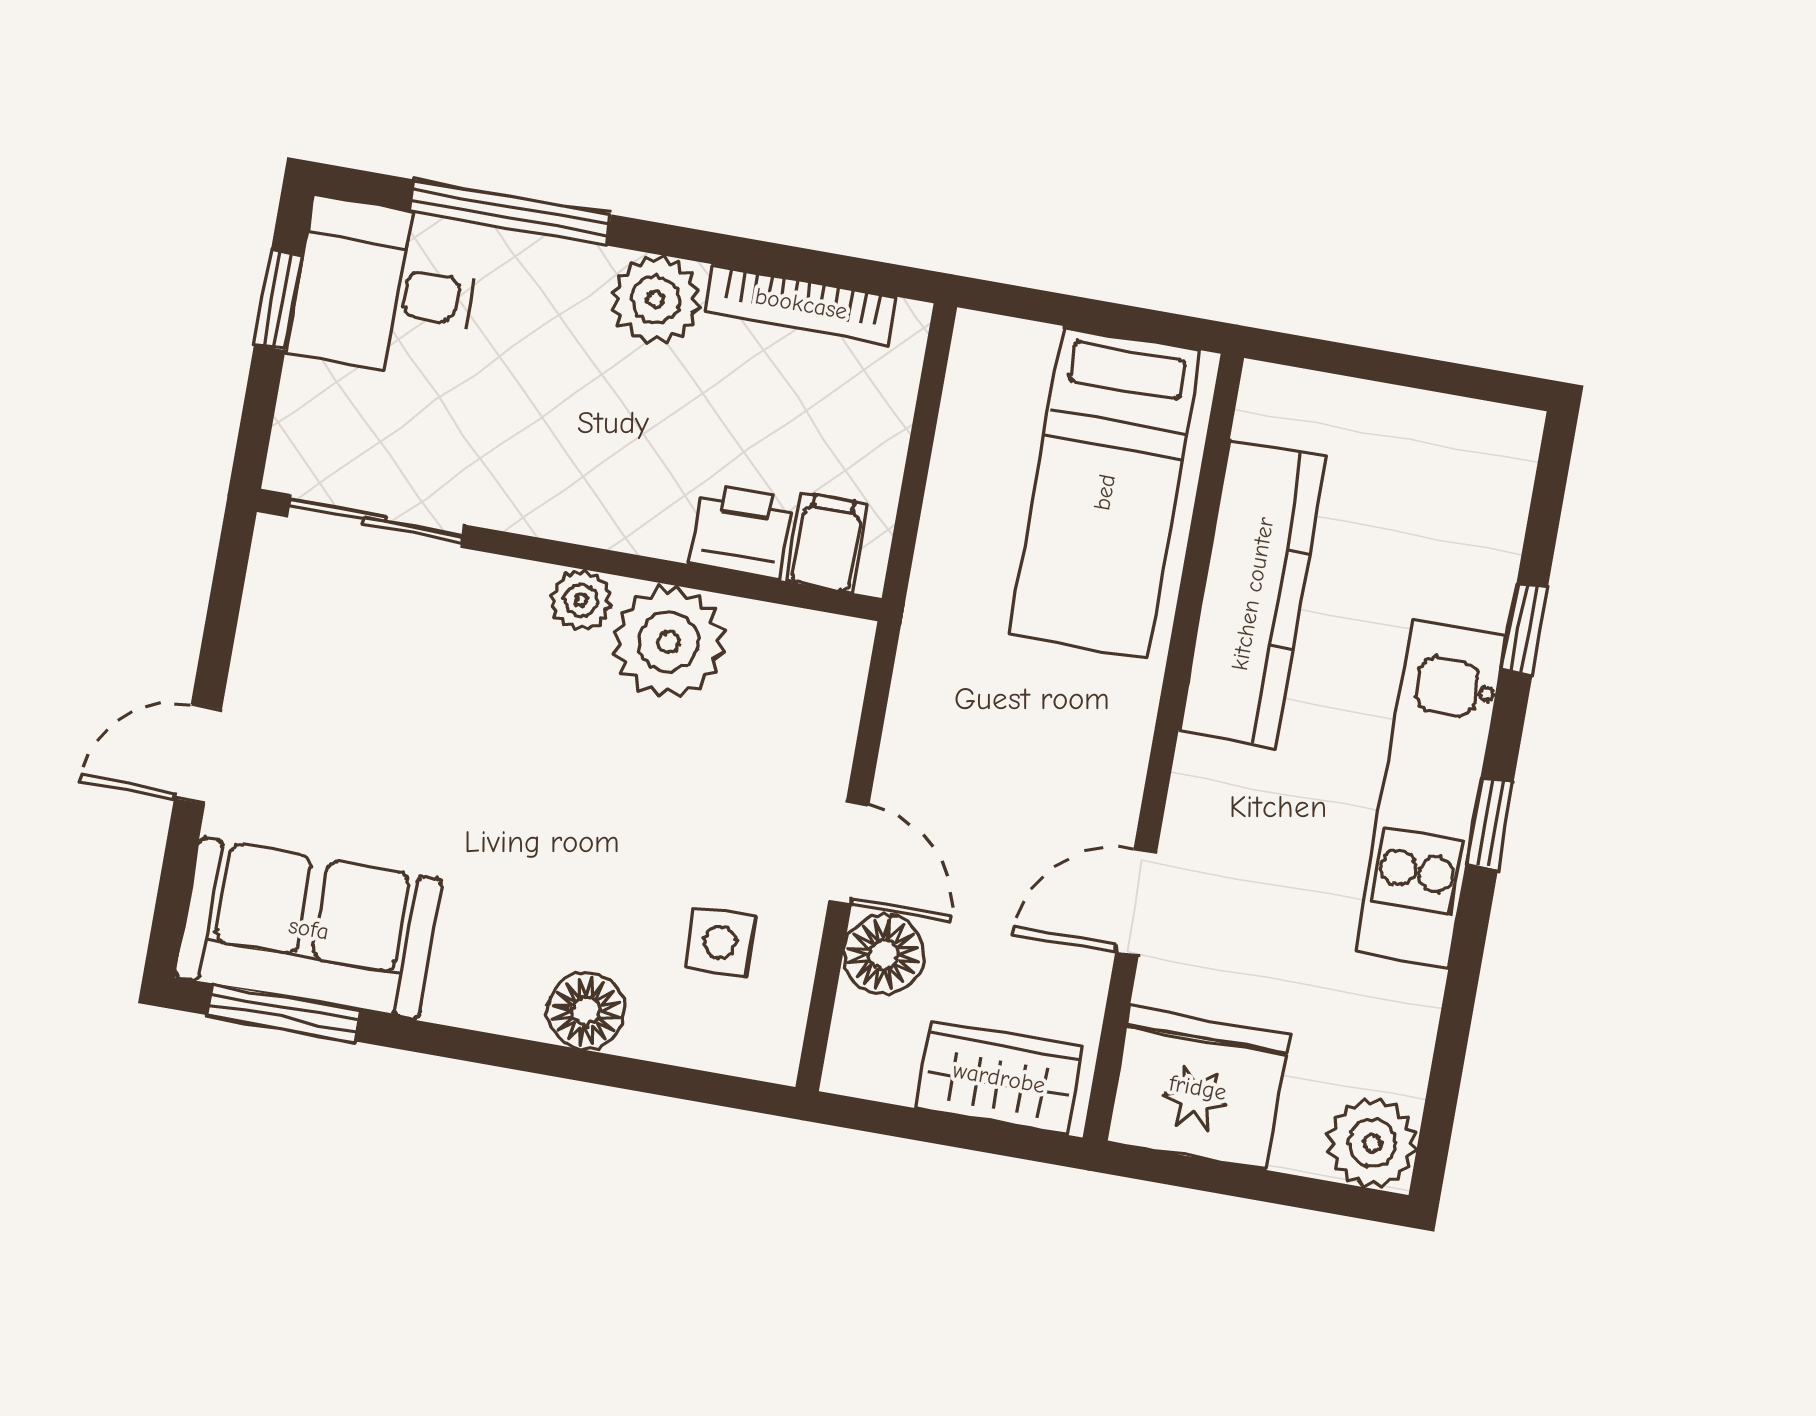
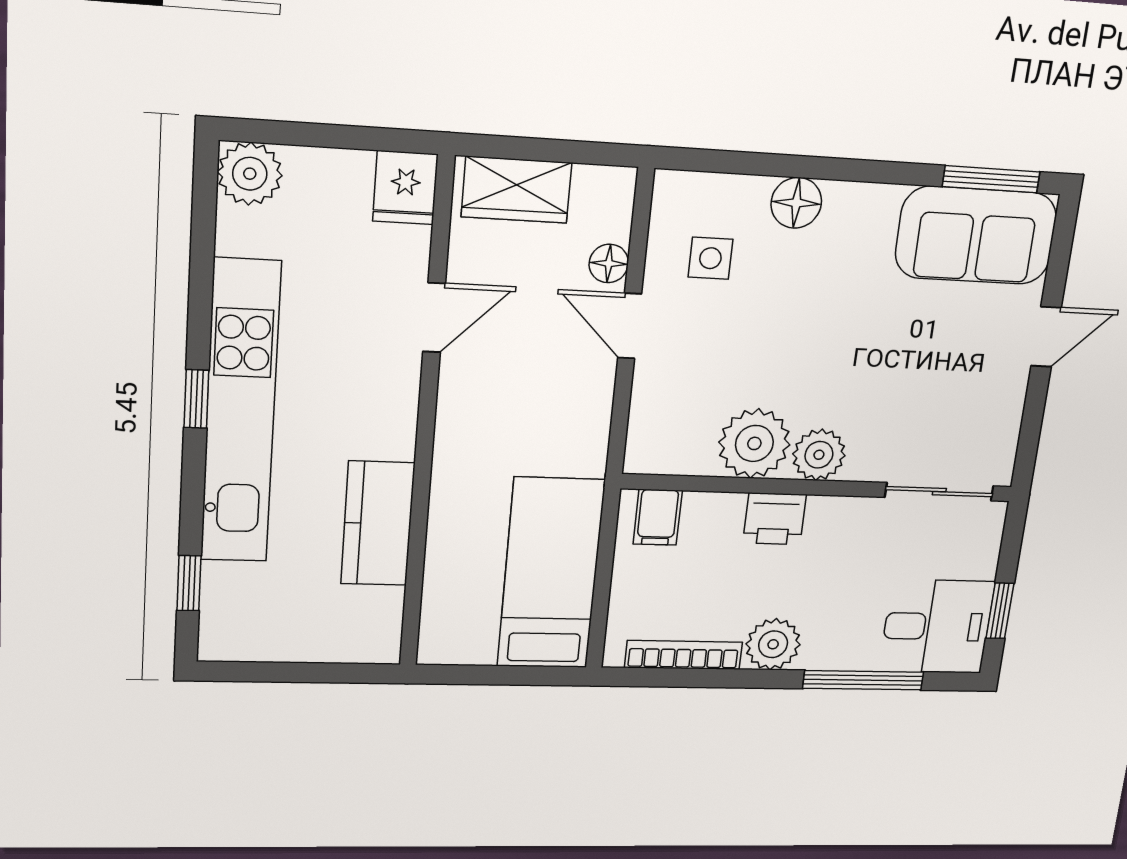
bed: (1105, 492) -> (551, 574), moved
printer: (741, 531) -> (775, 519), moved
kitchen counter: (1253, 594) -> (378, 524), width x0.67
plant: (581, 600) -> (819, 455), width x1.38, depth x1.38
window: (1524, 629) -> (189, 583), moved
kitchen unit: (1431, 794) -> (240, 413), width x1.36
floor lamp: (884, 954) -> (609, 263), width x0.73, depth x0.73
fridge: (1198, 1088) -> (405, 188), width x0.53, depth x0.75

